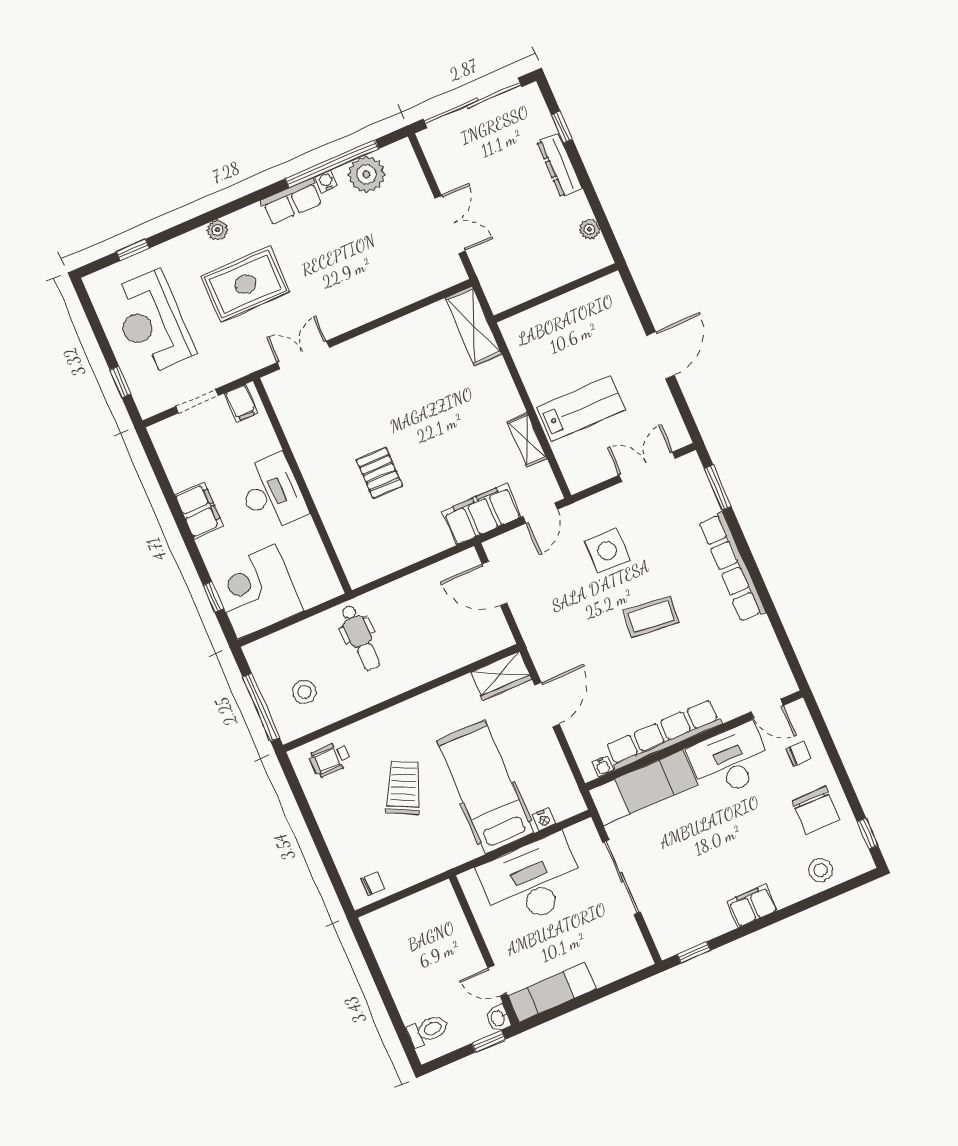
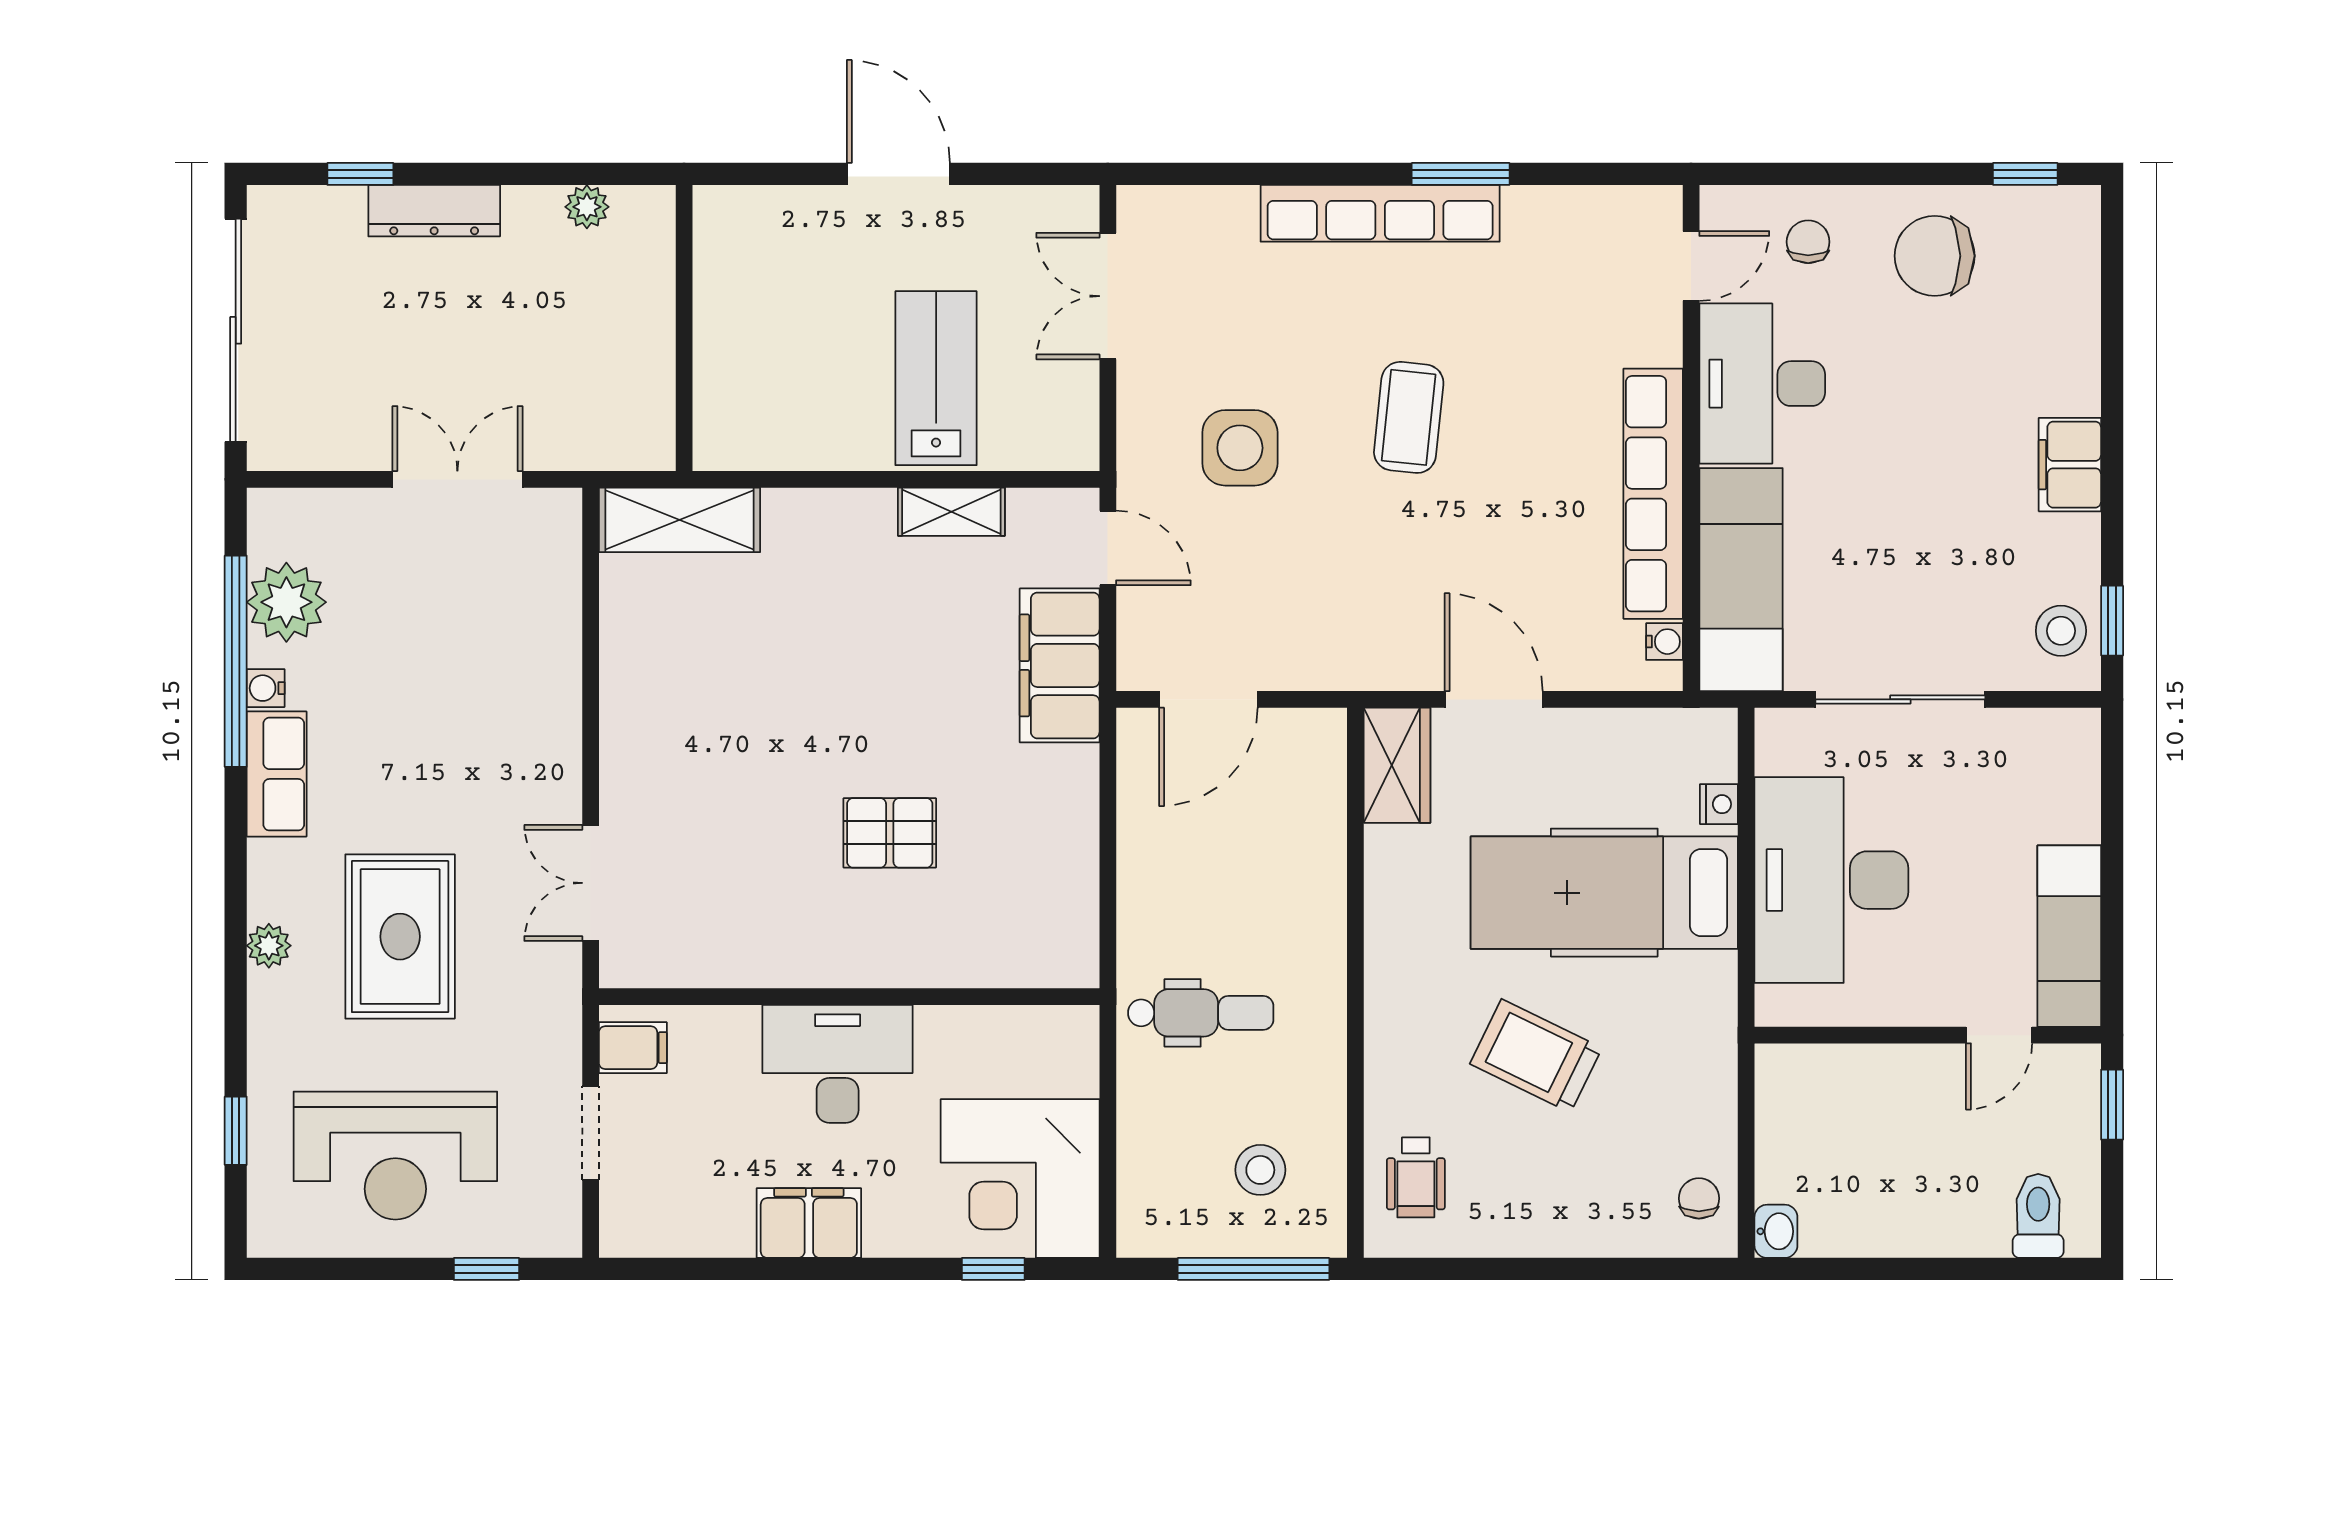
window: (718, 488) -> (1461, 174), moved
chair: (816, 810) -> (1935, 256), turned 180
stool: (821, 870) -> (2061, 631), moved
washbasin: (498, 1018) -> (1776, 1231), moved, turned -90

